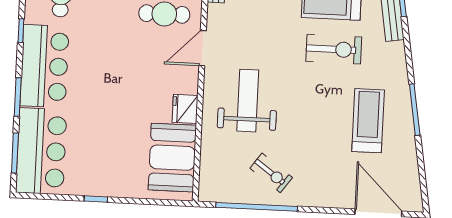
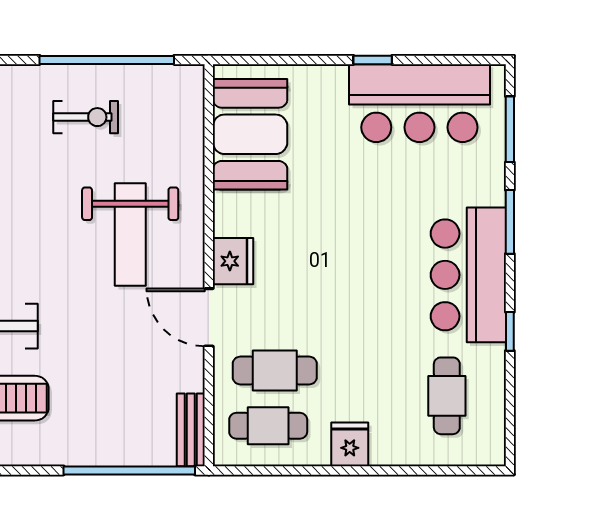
door: (203, 48) -> (209, 317), swing flipped
fridge: (185, 109) -> (233, 261), moved
bar counter: (41, 151) -> (419, 103), moved, turned -90
exercise bike: (271, 173) -> (86, 117), turned 144

